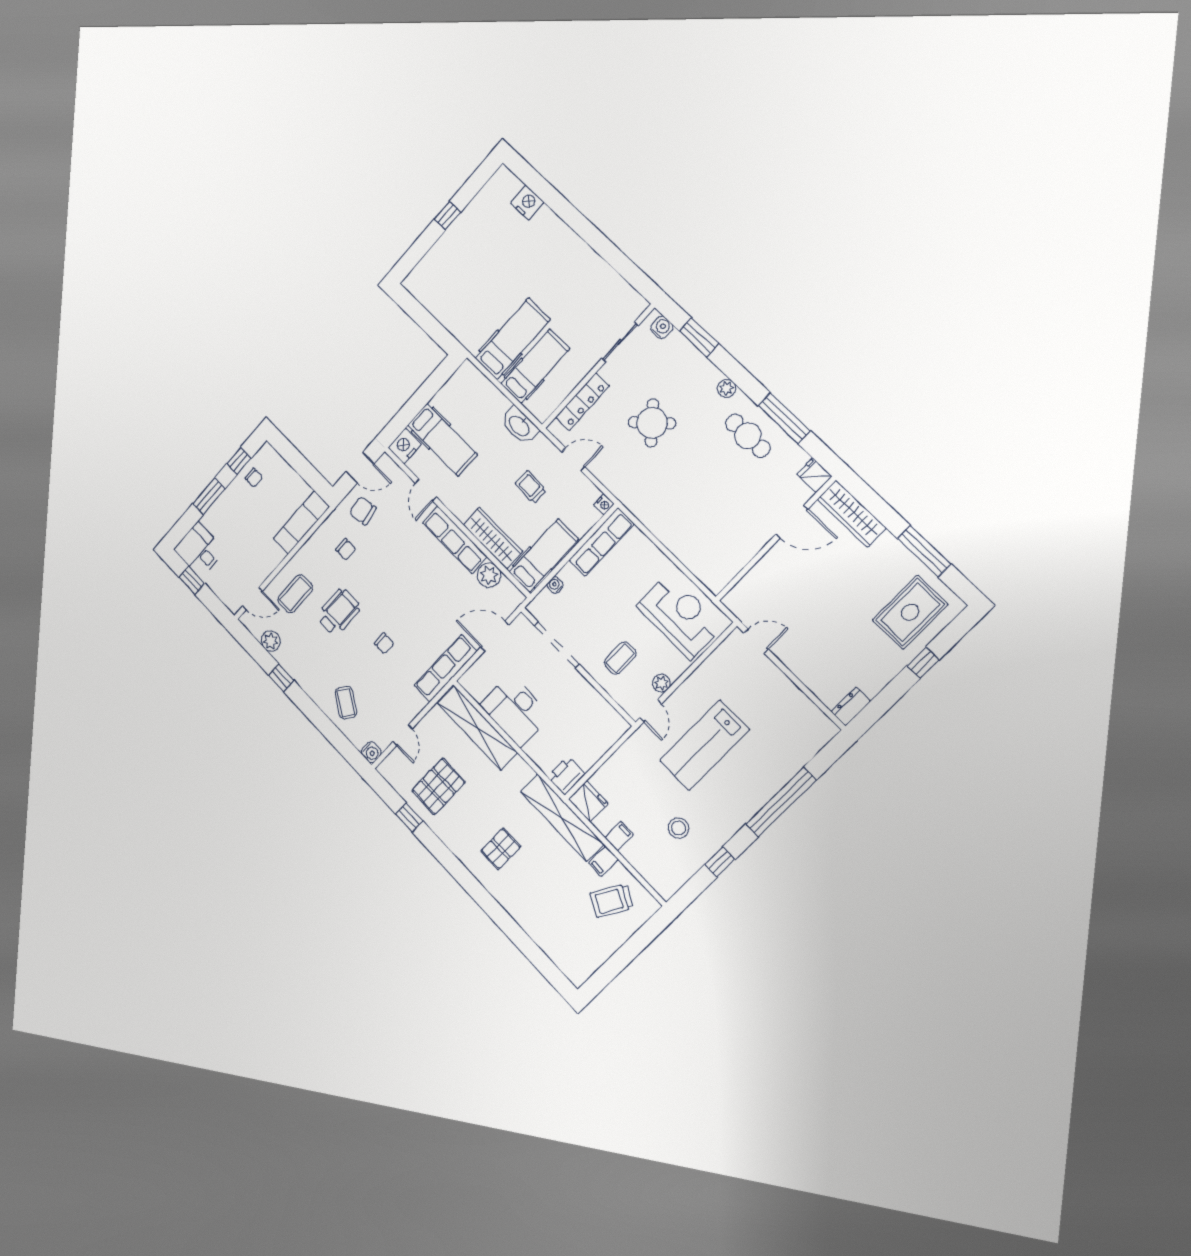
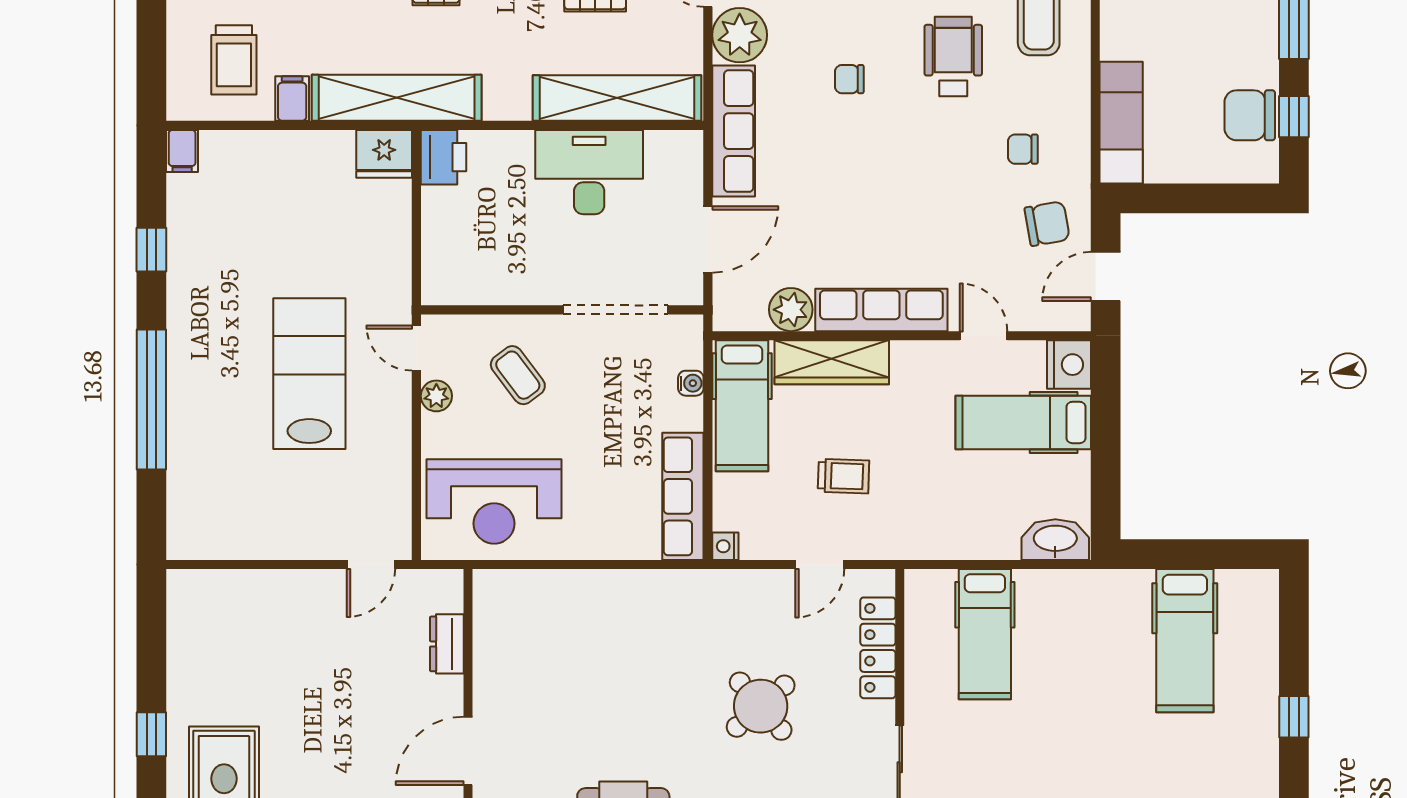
hospital bed: (513, 339) -> (1185, 641), moved
washbasin: (519, 426) -> (1055, 540), moved
chair: (254, 478) -> (1250, 115), width x1.87, depth x1.87
wheelchair: (339, 612) -> (953, 57), turned 180
coffee table: (620, 658) -> (518, 375), turned -37
plant: (409, 703) -> (740, 35), added
dresser: (851, 706) -> (447, 644), moved, turned 180
stool: (678, 828) -> (241, 238), removed
filing cabinet: (619, 836) -> (182, 151), moved
trolley: (612, 901) -> (234, 60), turned 152

